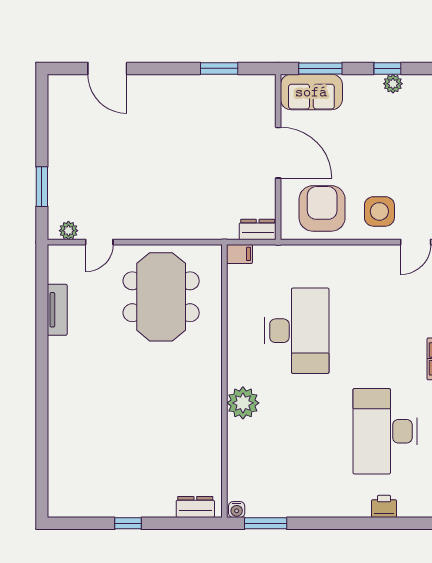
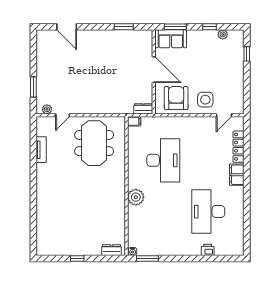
plant: (393, 84) -> (223, 34), moved

